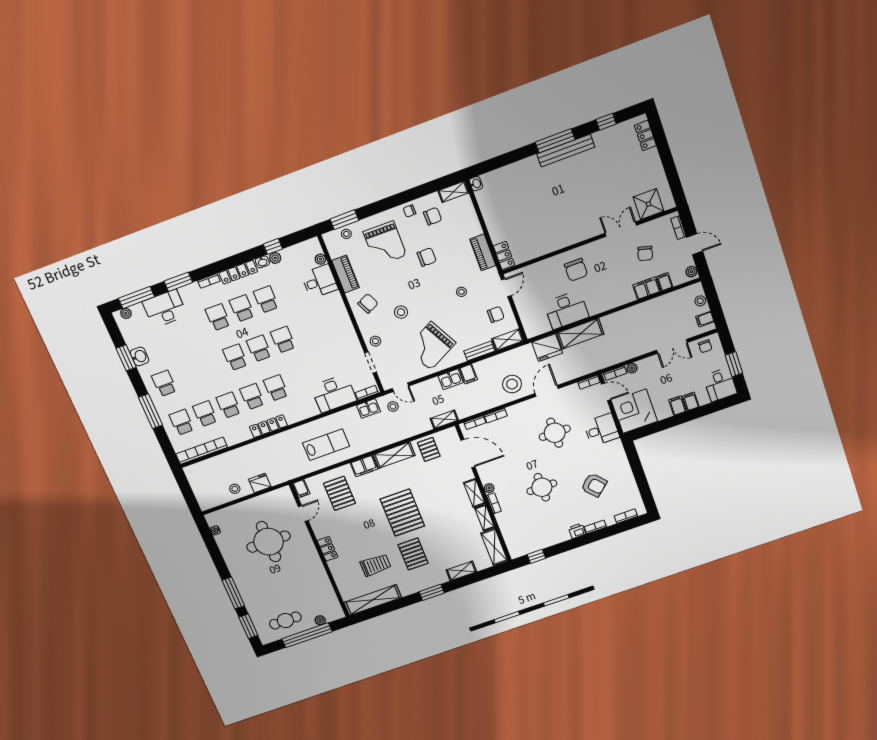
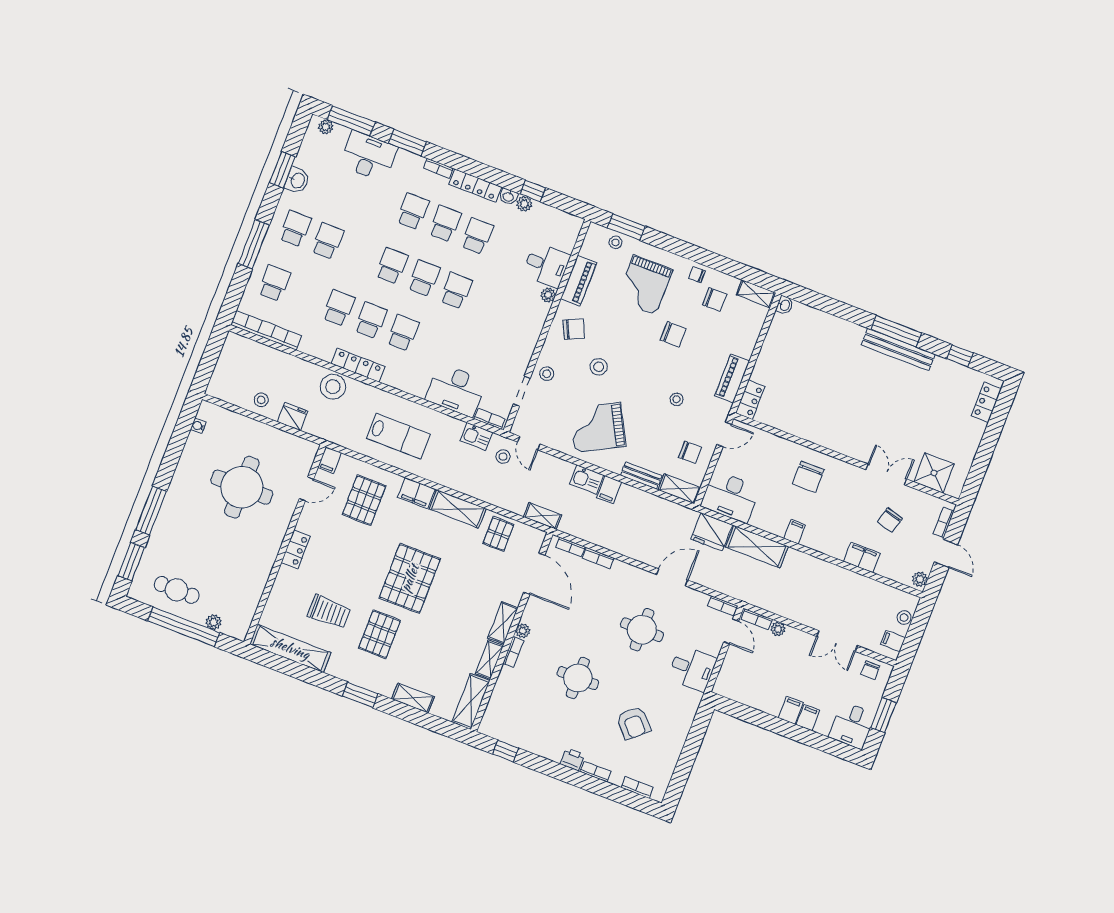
plant: (320, 259) -> (548, 295), moved
filing cabinet: (665, 282) -> (795, 532), moved
desk: (566, 310) -> (730, 497), moved
stool: (512, 384) -> (333, 387), moved
corner desk: (635, 411) -> (743, 678), removed
school desk: (205, 414) -> (327, 241), moved

